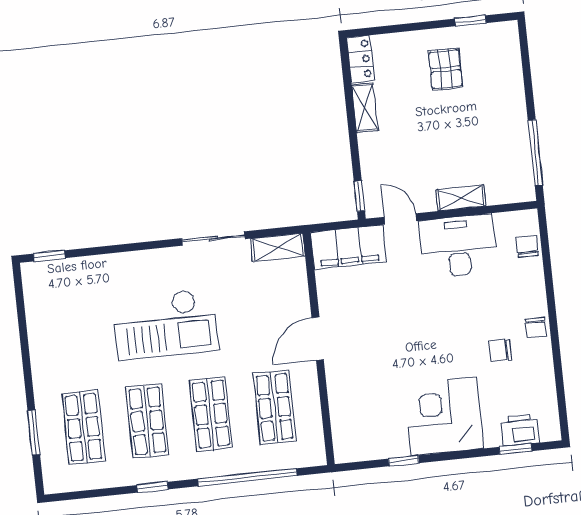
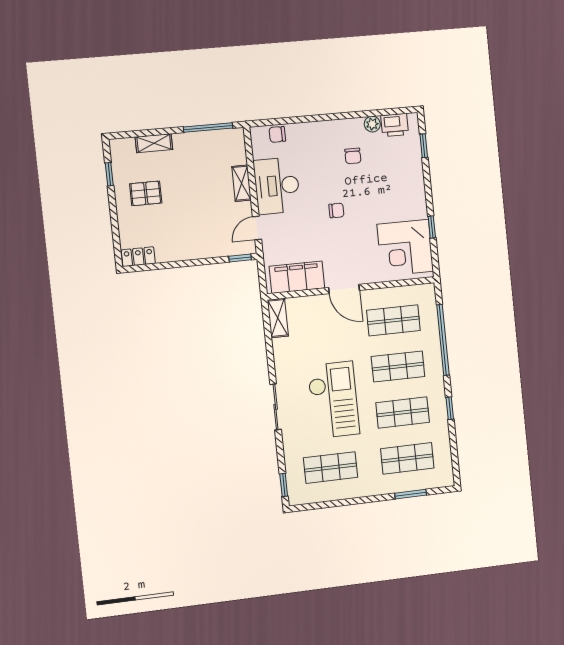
shelving: (365, 108) -> (154, 143), moved
sliding door: (213, 239) -> (276, 407), moved
filing cabinet: (348, 247) -> (297, 277), moved, turned -90
shop shelf: (72, 320) -> (331, 468), added
chair: (536, 327) -> (336, 210), moved
plant: (544, 377) -> (372, 124), added
corner desk: (444, 416) -> (405, 248), moved
printer: (520, 430) -> (395, 125), moved, turned -90

